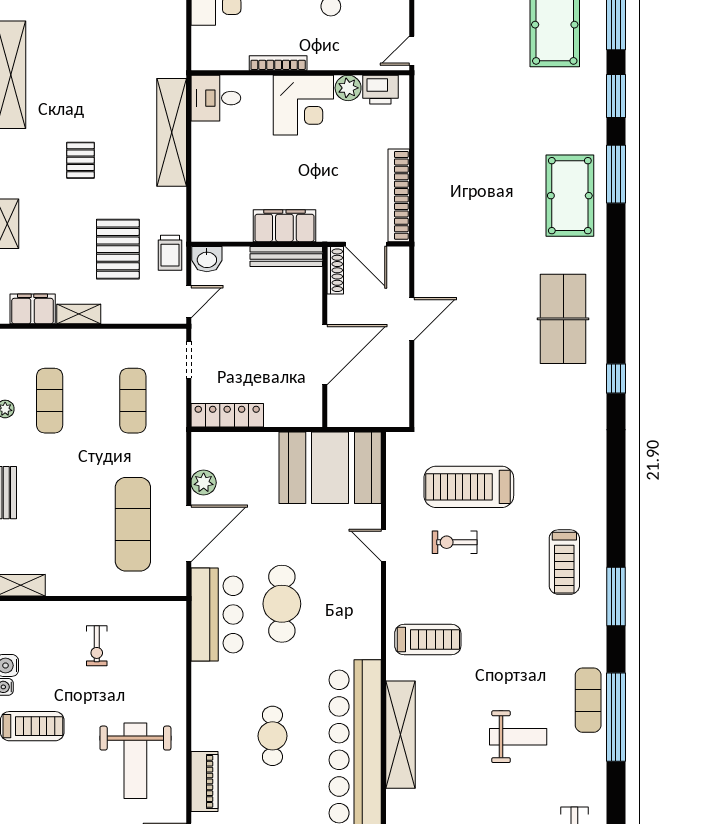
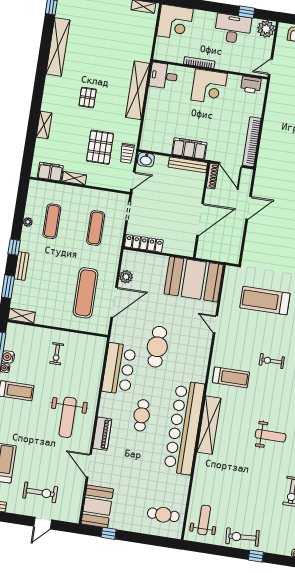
plant: (348, 88) -> (234, 81), removed
exercise bike: (455, 542) -> (272, 361), moved
bar counter: (217, 615) -> (119, 369), moved

